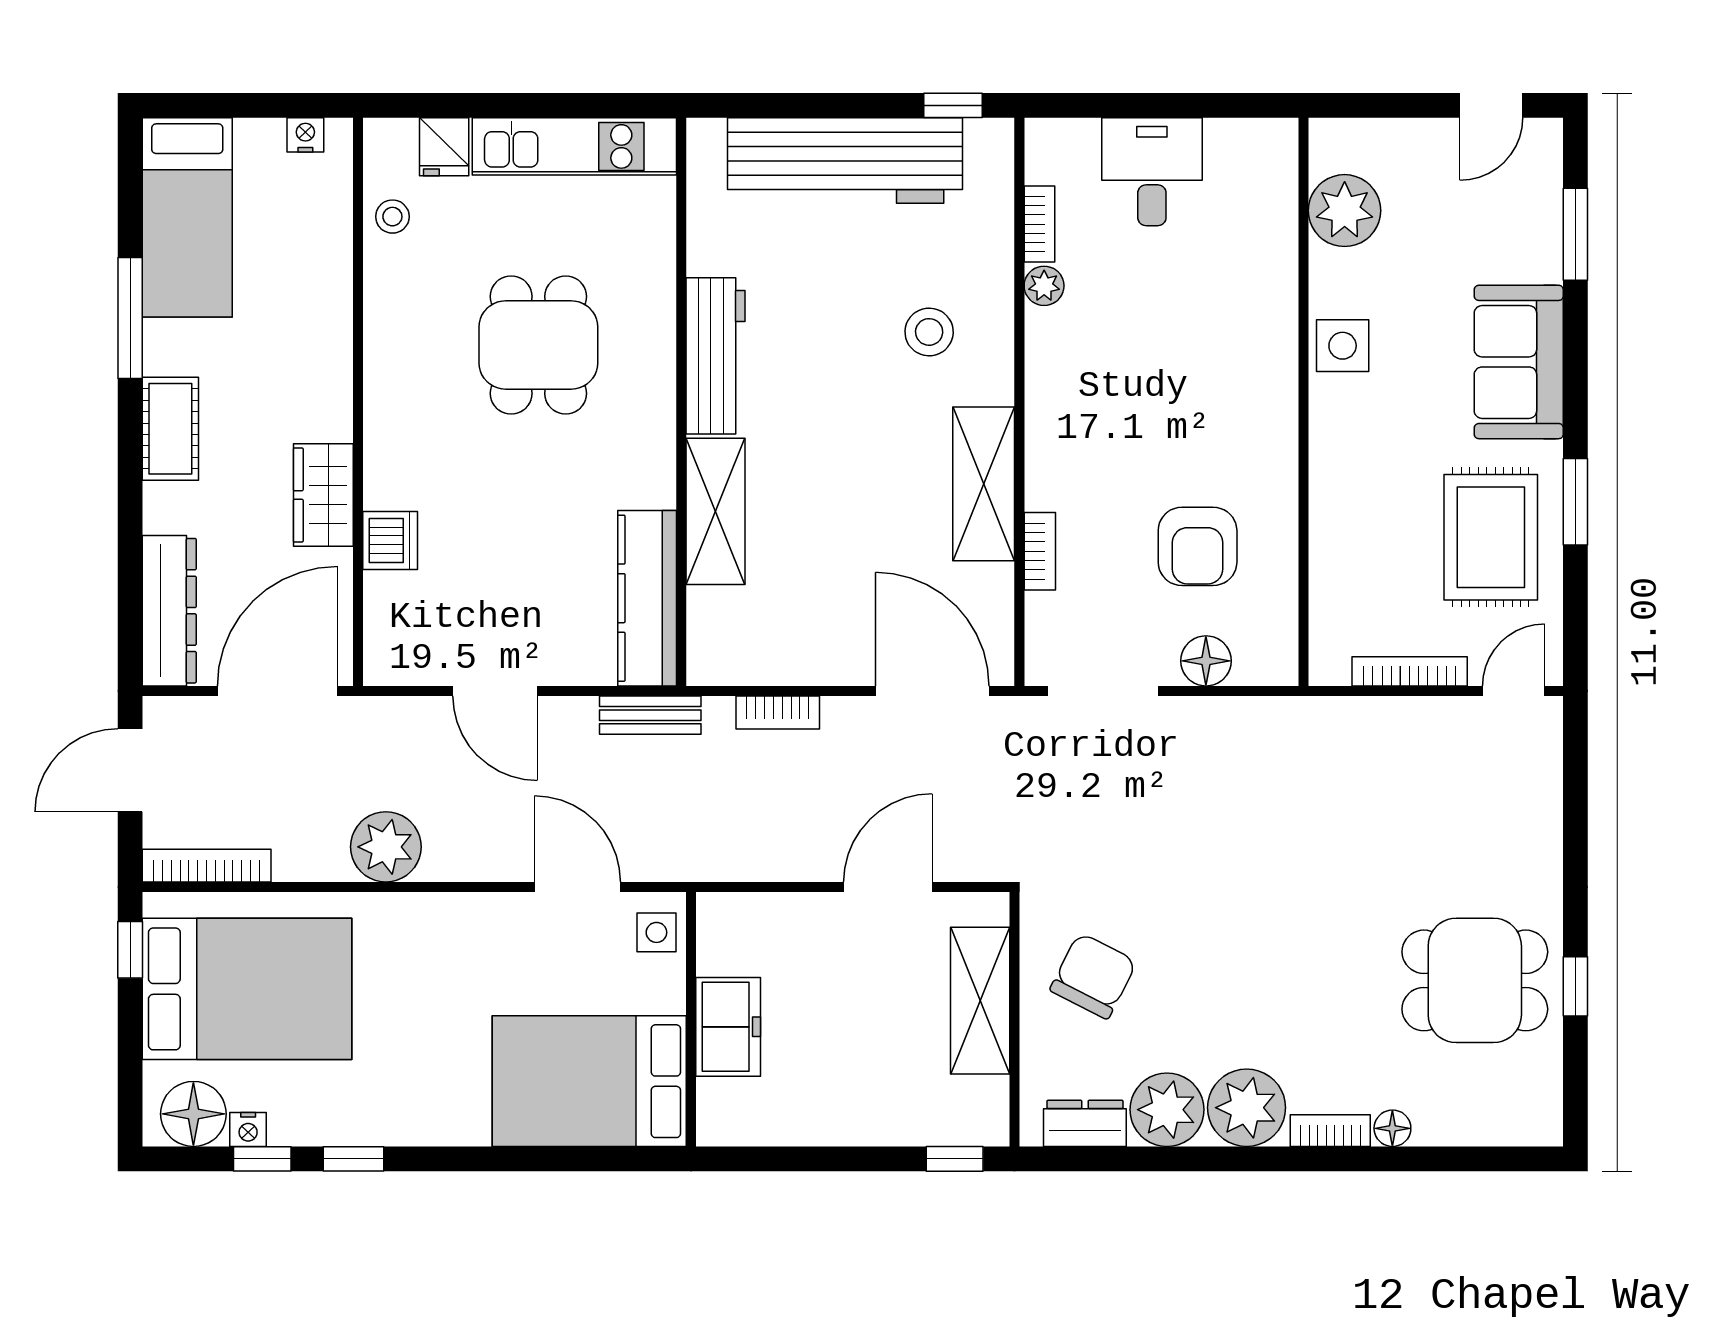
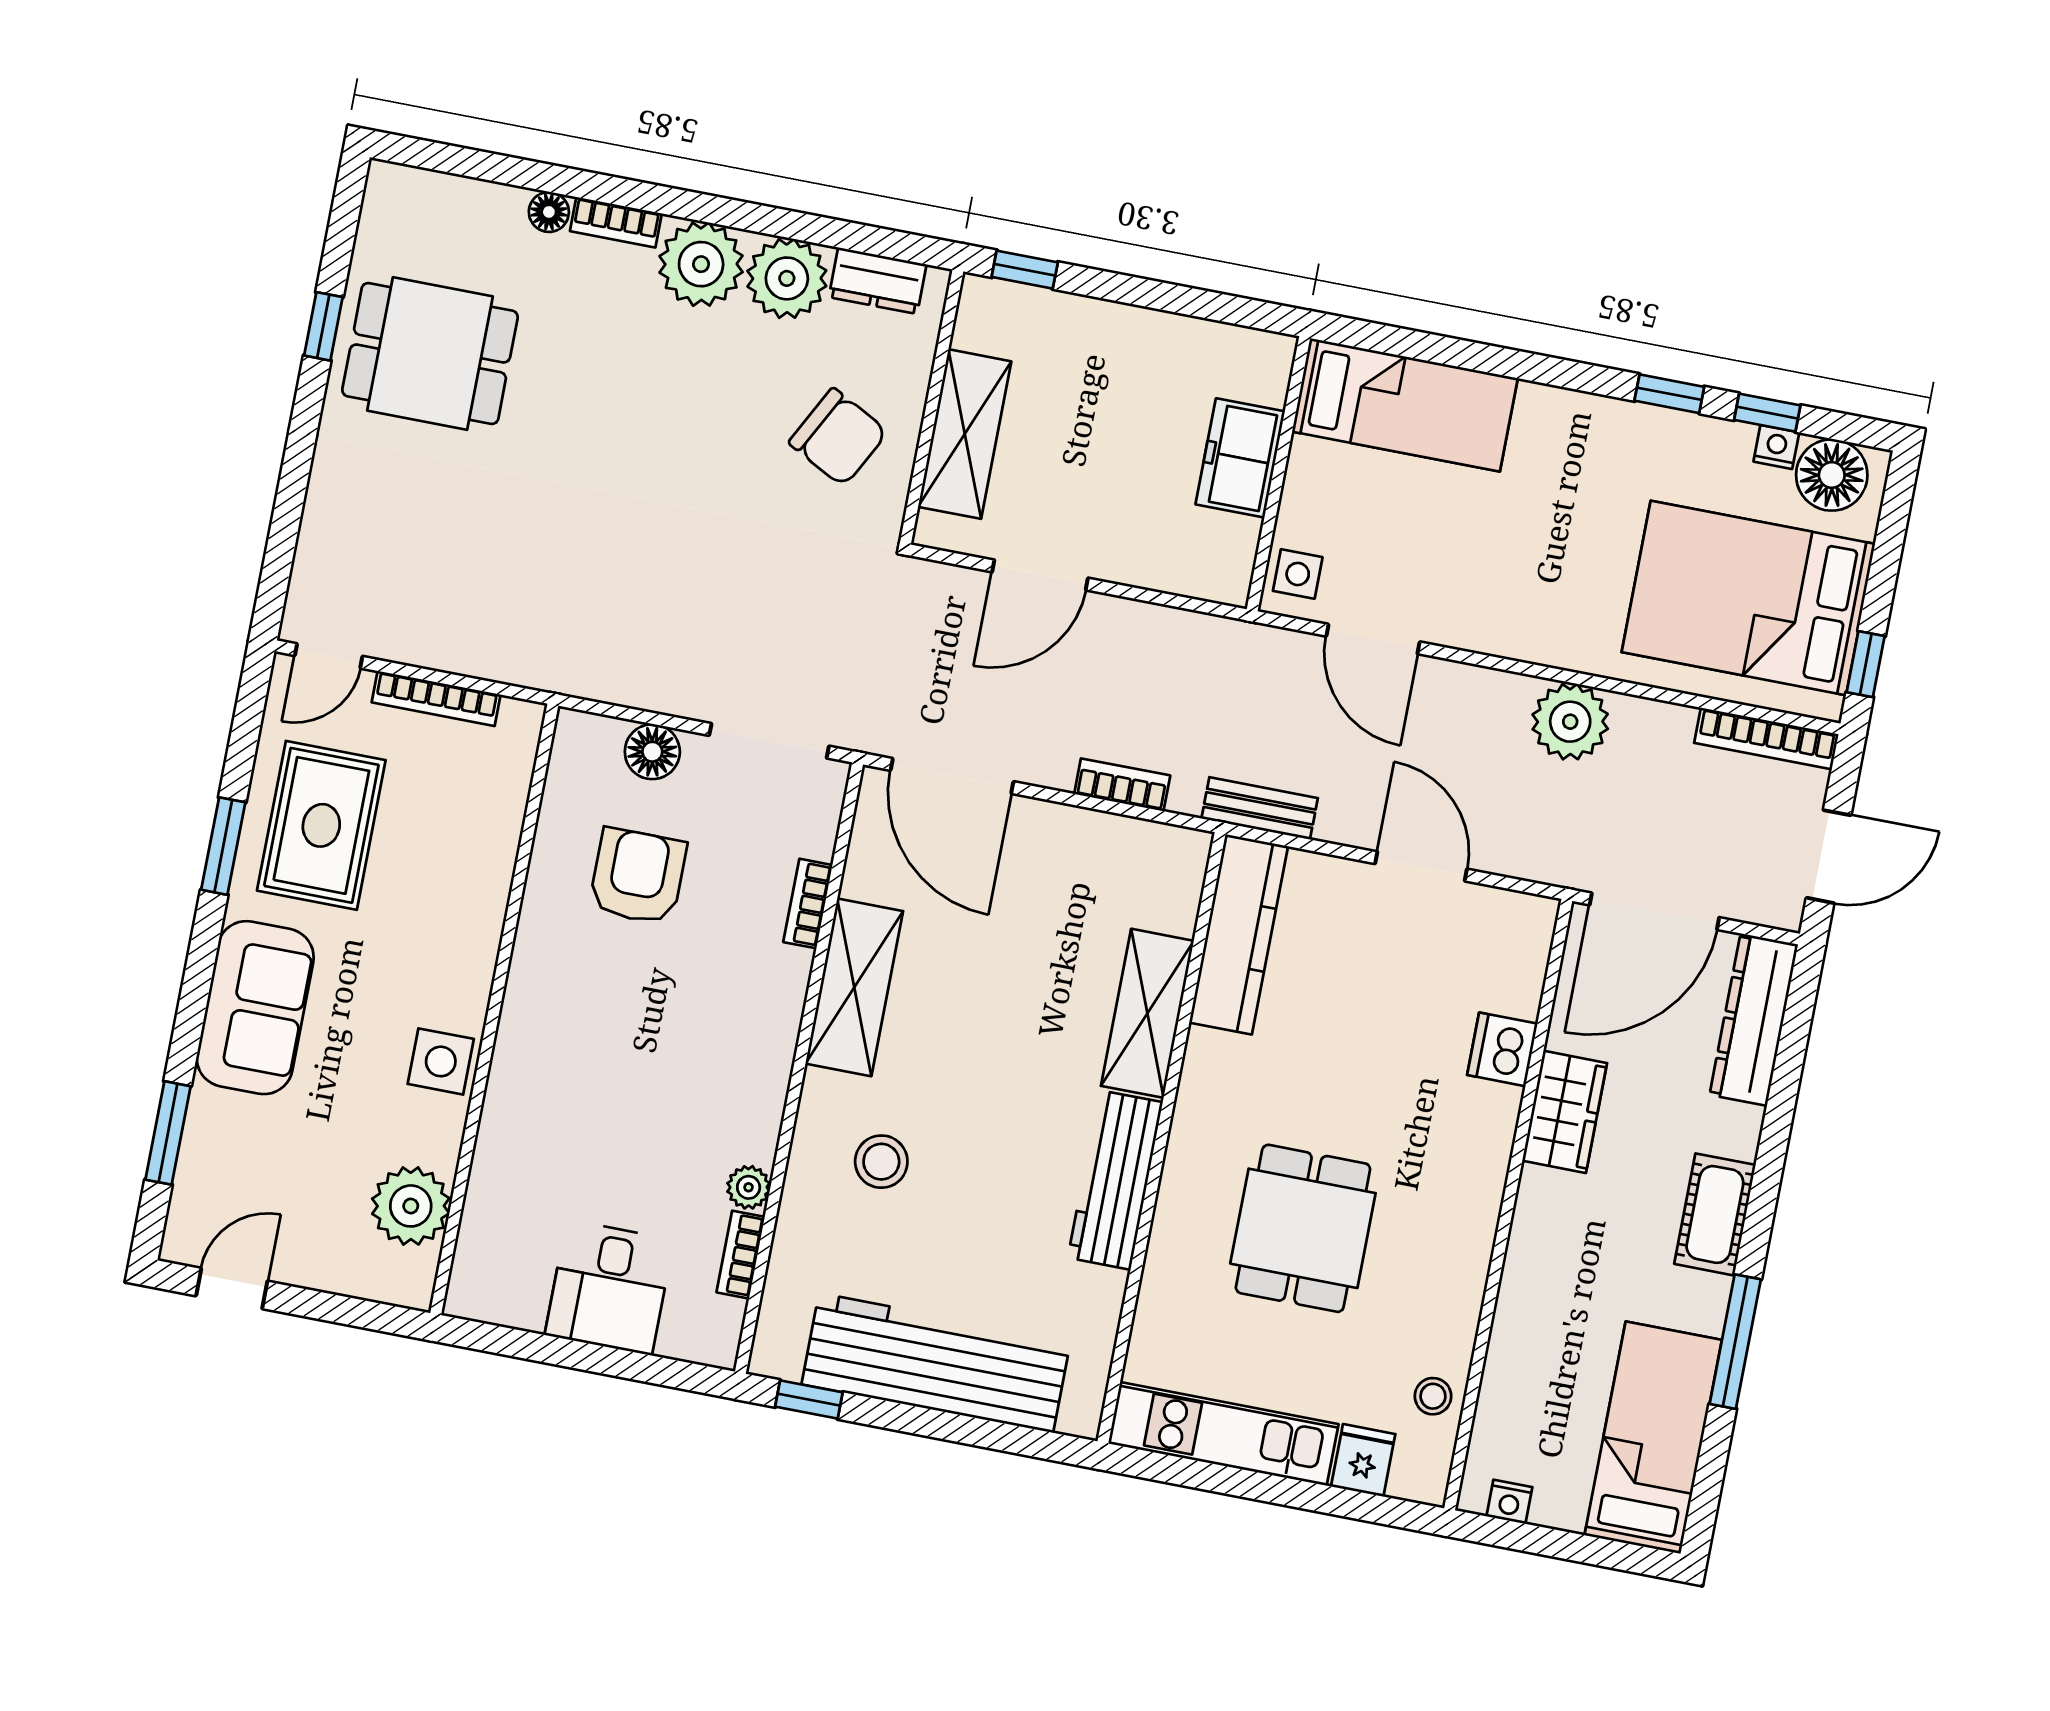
chair: (1093, 976) -> (838, 437), turned -89
bed: (589, 1081) -> (1405, 405), width x0.67

